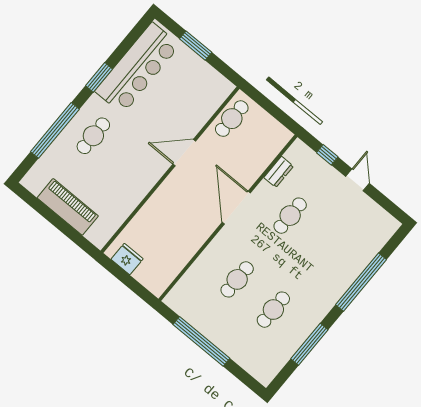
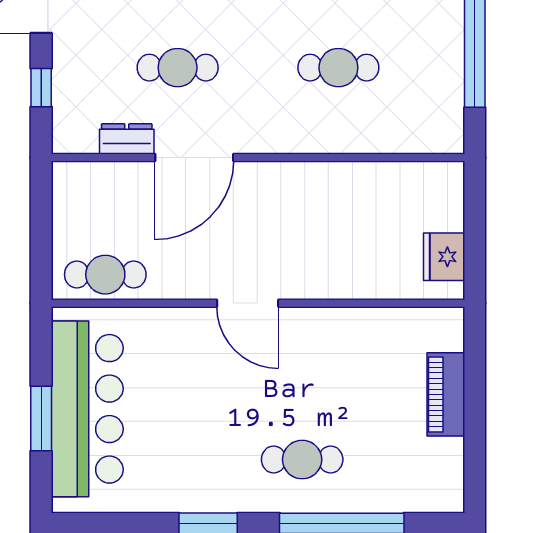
bar counter: (137, 68) -> (87, 409), moved, turned 90
door: (184, 153) -> (248, 303), moved
piano: (68, 207) -> (446, 394), width x0.73, depth x0.75
door: (236, 208) -> (194, 158), moved

